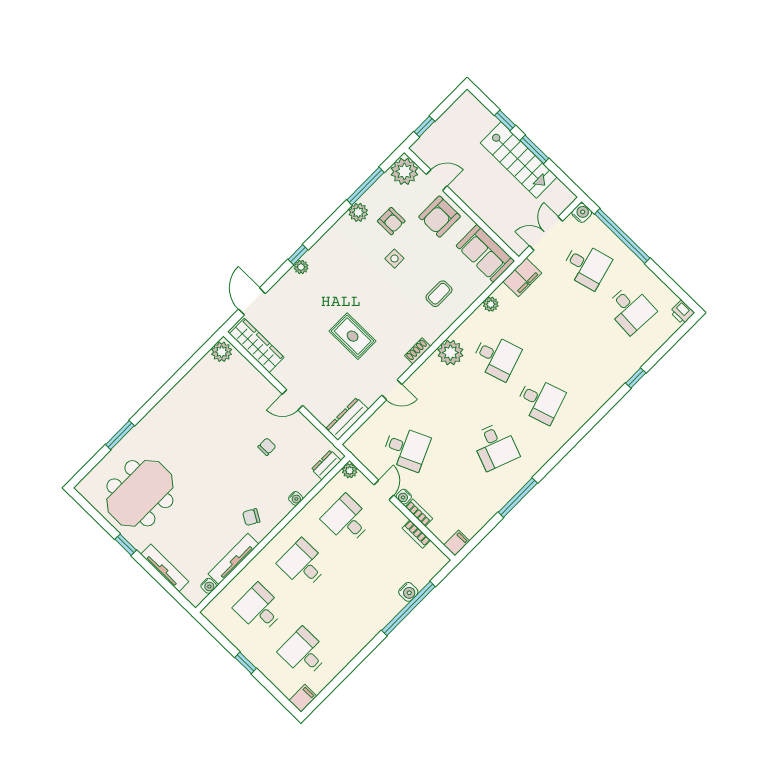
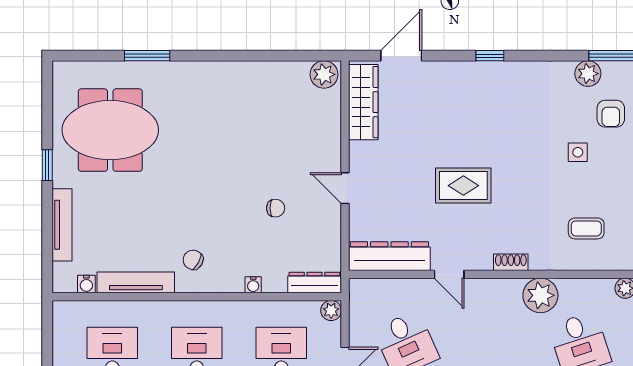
plant: (301, 267) -> (481, 70), removed
rug: (353, 336) -> (463, 186), turned 90
dresser: (347, 419) -> (389, 256), width x1.37, depth x1.24
dresser: (326, 465) -> (314, 282), width x1.44

